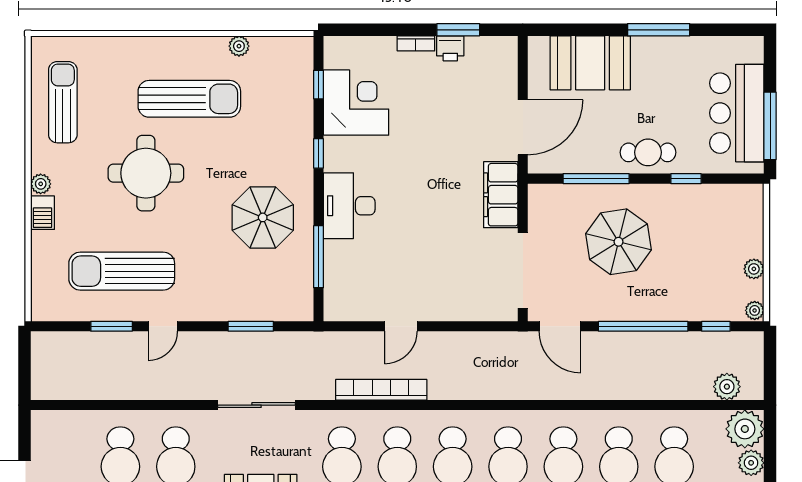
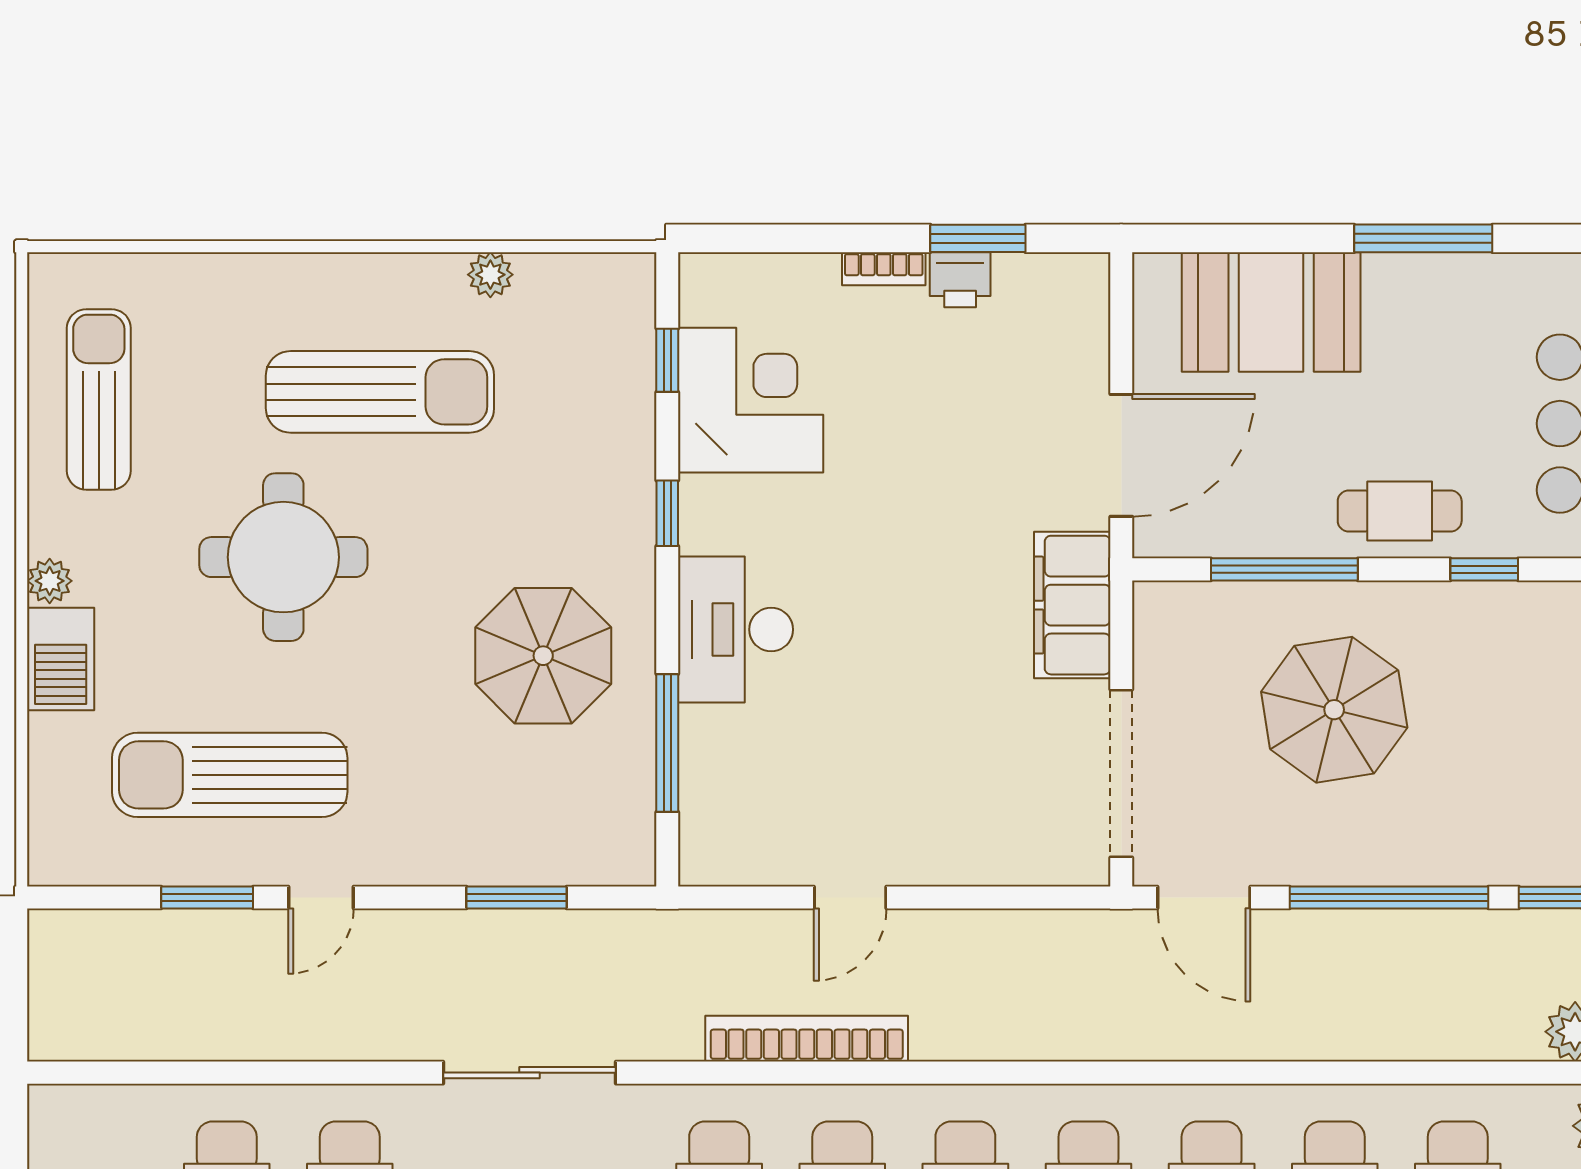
barbecue: (43, 213) -> (61, 659), width x1.38, depth x1.27

